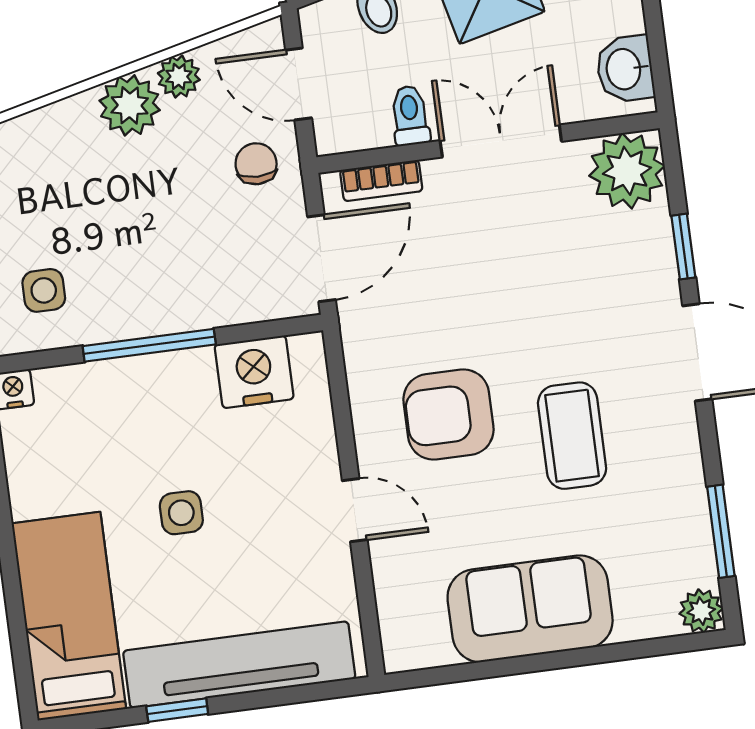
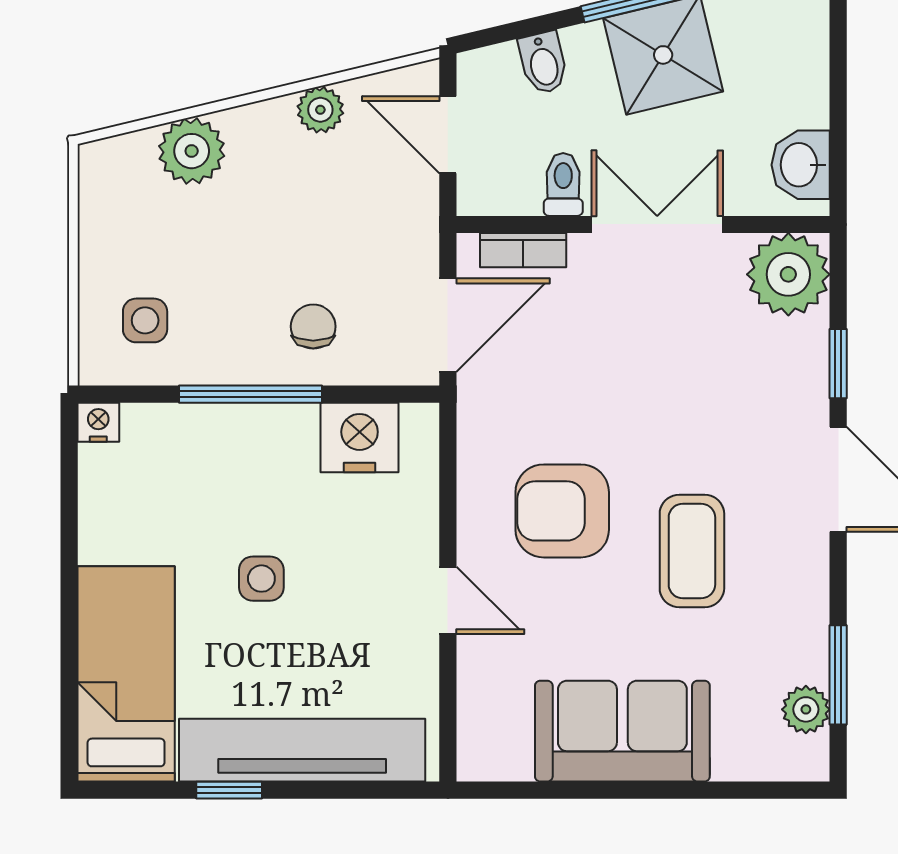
plant: (130, 105) -> (192, 151), moved
chair: (256, 164) -> (313, 326), moved
plant: (701, 611) -> (806, 709), moved

